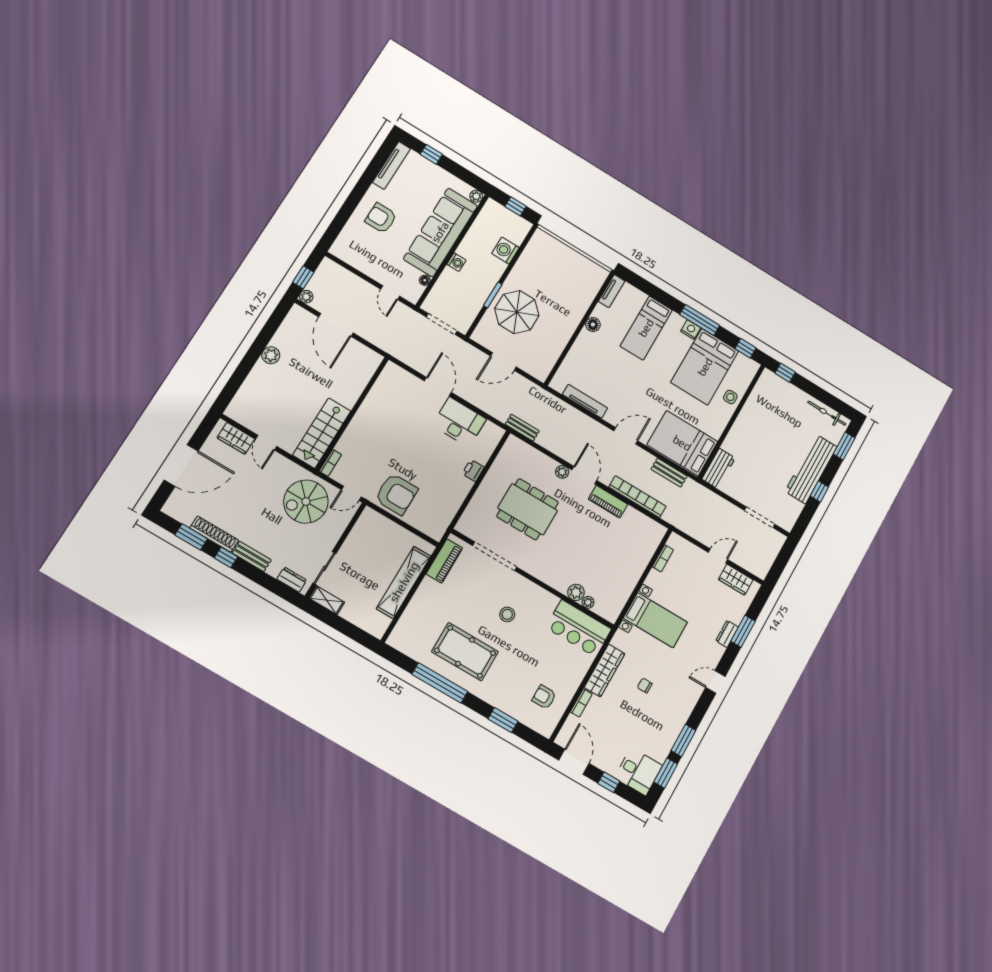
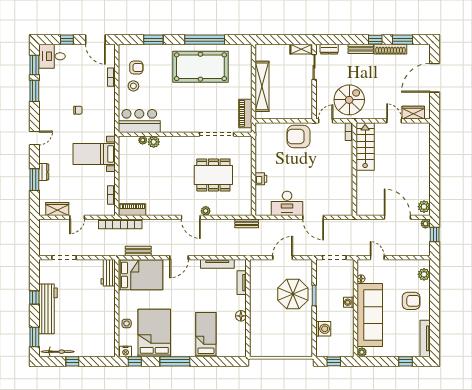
plant: (346, 239) -> (424, 274), added
tv unit: (612, 291) -> (242, 283), moved
nightstand: (691, 329) -> (126, 351), moved
plant: (271, 355) -> (424, 207), moved
window: (785, 373) -> (72, 361), moved
bookcase: (637, 497) -> (120, 224), moved
piano: (608, 502) -> (132, 210), moved
stool: (507, 614) -> (133, 86), moved
pool table: (465, 652) -> (200, 67), width x1.36, depth x1.32
wardrobe: (605, 670) -> (108, 105), removed

